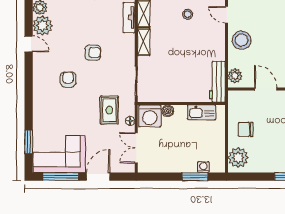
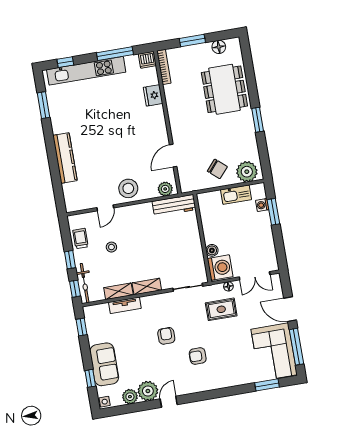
kitchen sink: (202, 112) -> (236, 195), moved, turned 90
chair: (246, 129) -> (217, 169), turned -49

